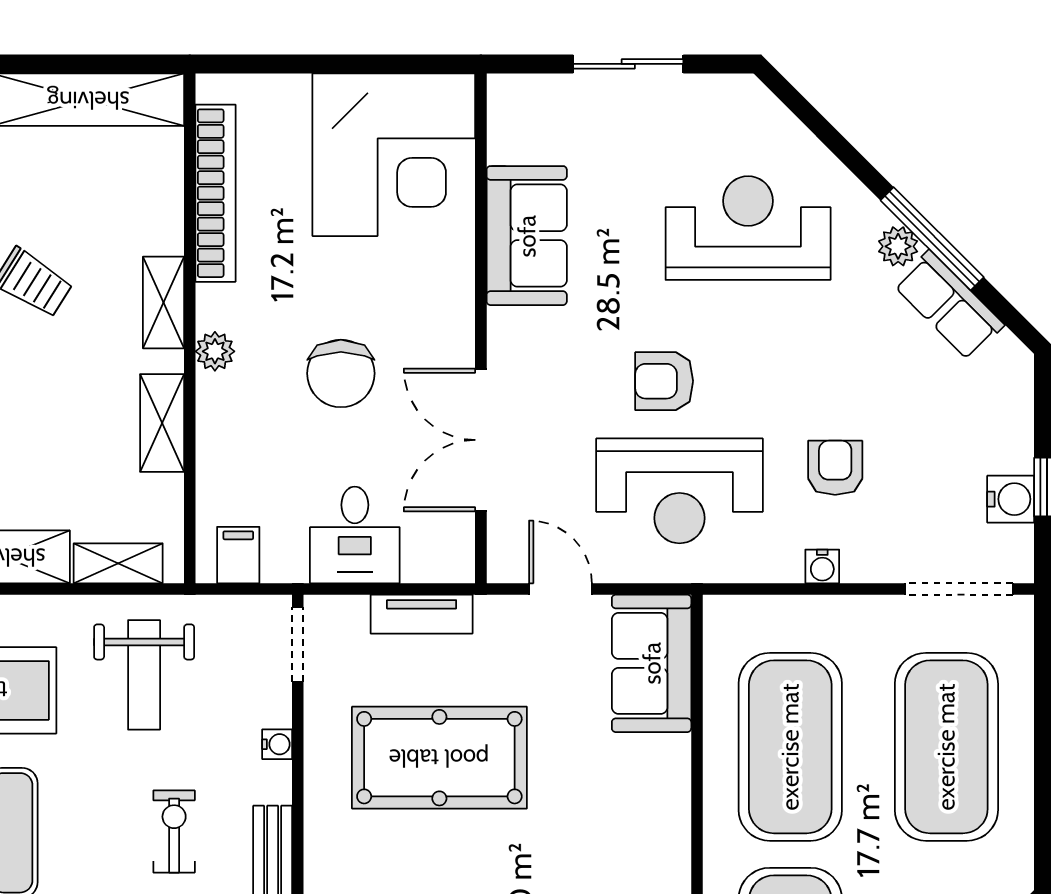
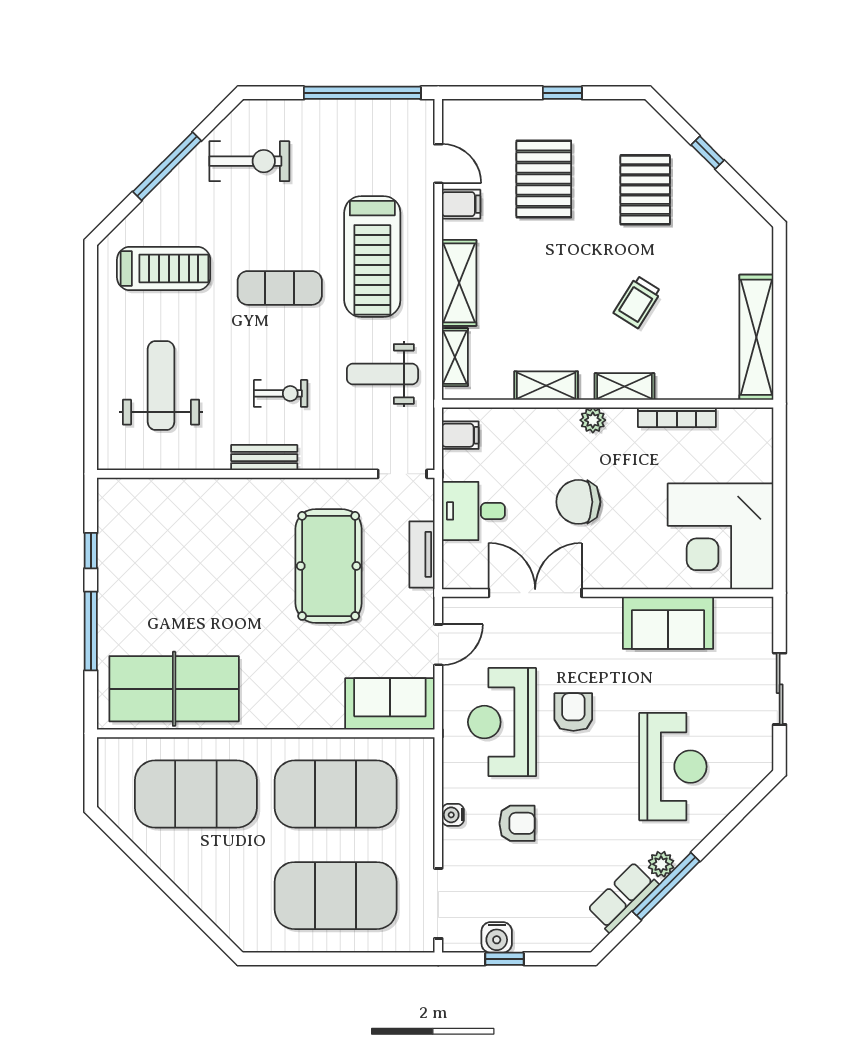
bookcase: (215, 193) -> (677, 417), width x0.68, depth x0.76
water cooler: (277, 744) -> (337, 460), removed

